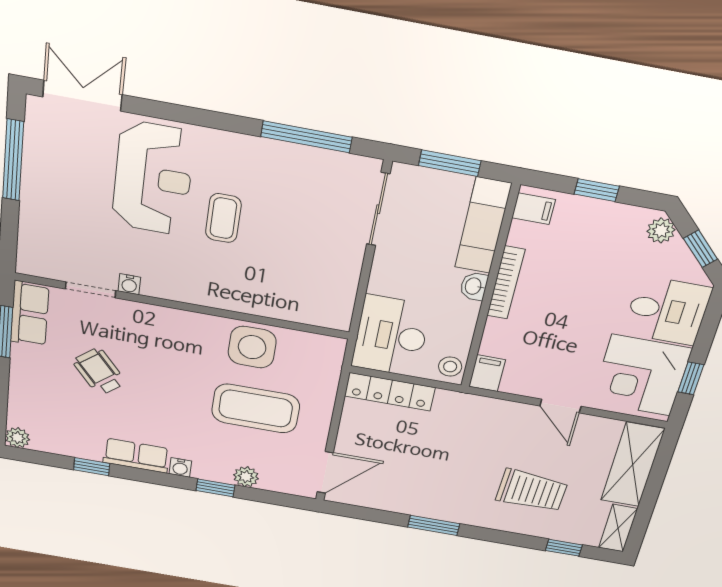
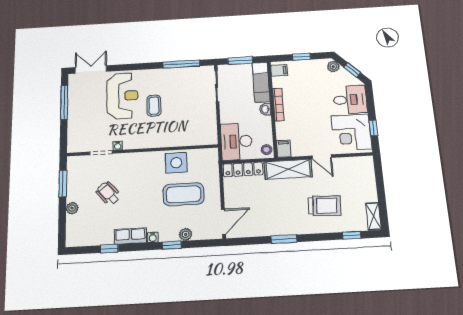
row of seats: (30, 314) -> (74, 172), removed
plant: (17, 438) -> (72, 208), moved
shelving: (633, 465) -> (288, 169), moved, turned 90

